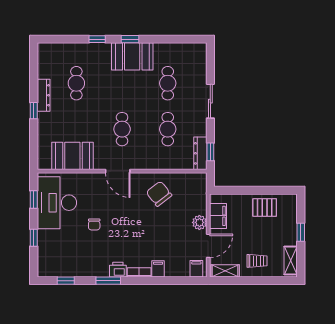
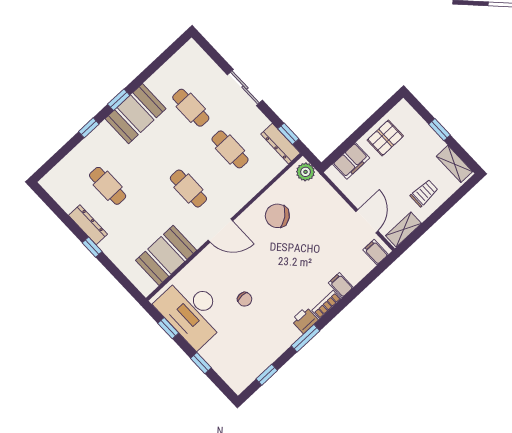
filing cabinet: (218, 216) -> (351, 161), moved, turned 90
plant: (199, 222) -> (305, 172), moved

